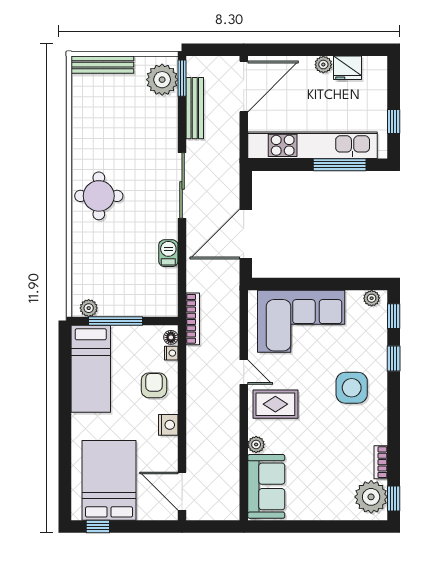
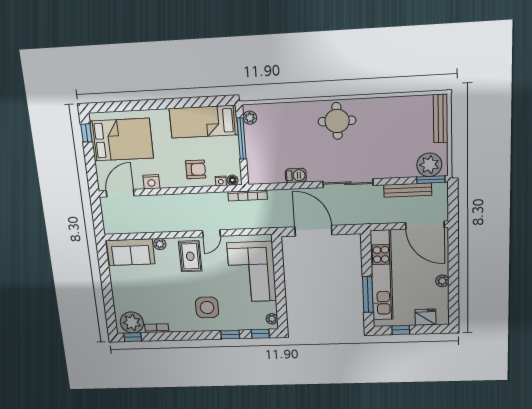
fridge: (347, 68) -> (425, 317), moved, turned 90
nightstand: (168, 425) -> (151, 182), moved

